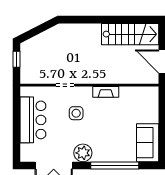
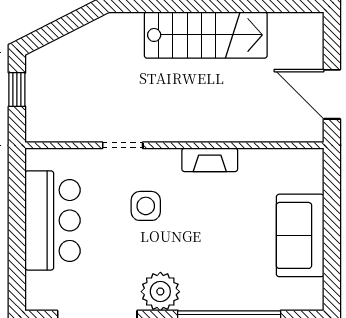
stairs: (130, 34) -> (206, 35), moved
sofa: (148, 143) -> (300, 235), moved

